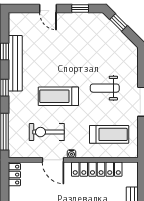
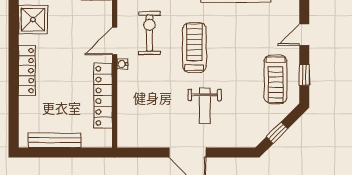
window: (119, 23) -> (277, 133), moved
weight bench: (105, 88) -> (205, 106), turned 180
treadmill: (109, 134) -> (276, 79), moved

